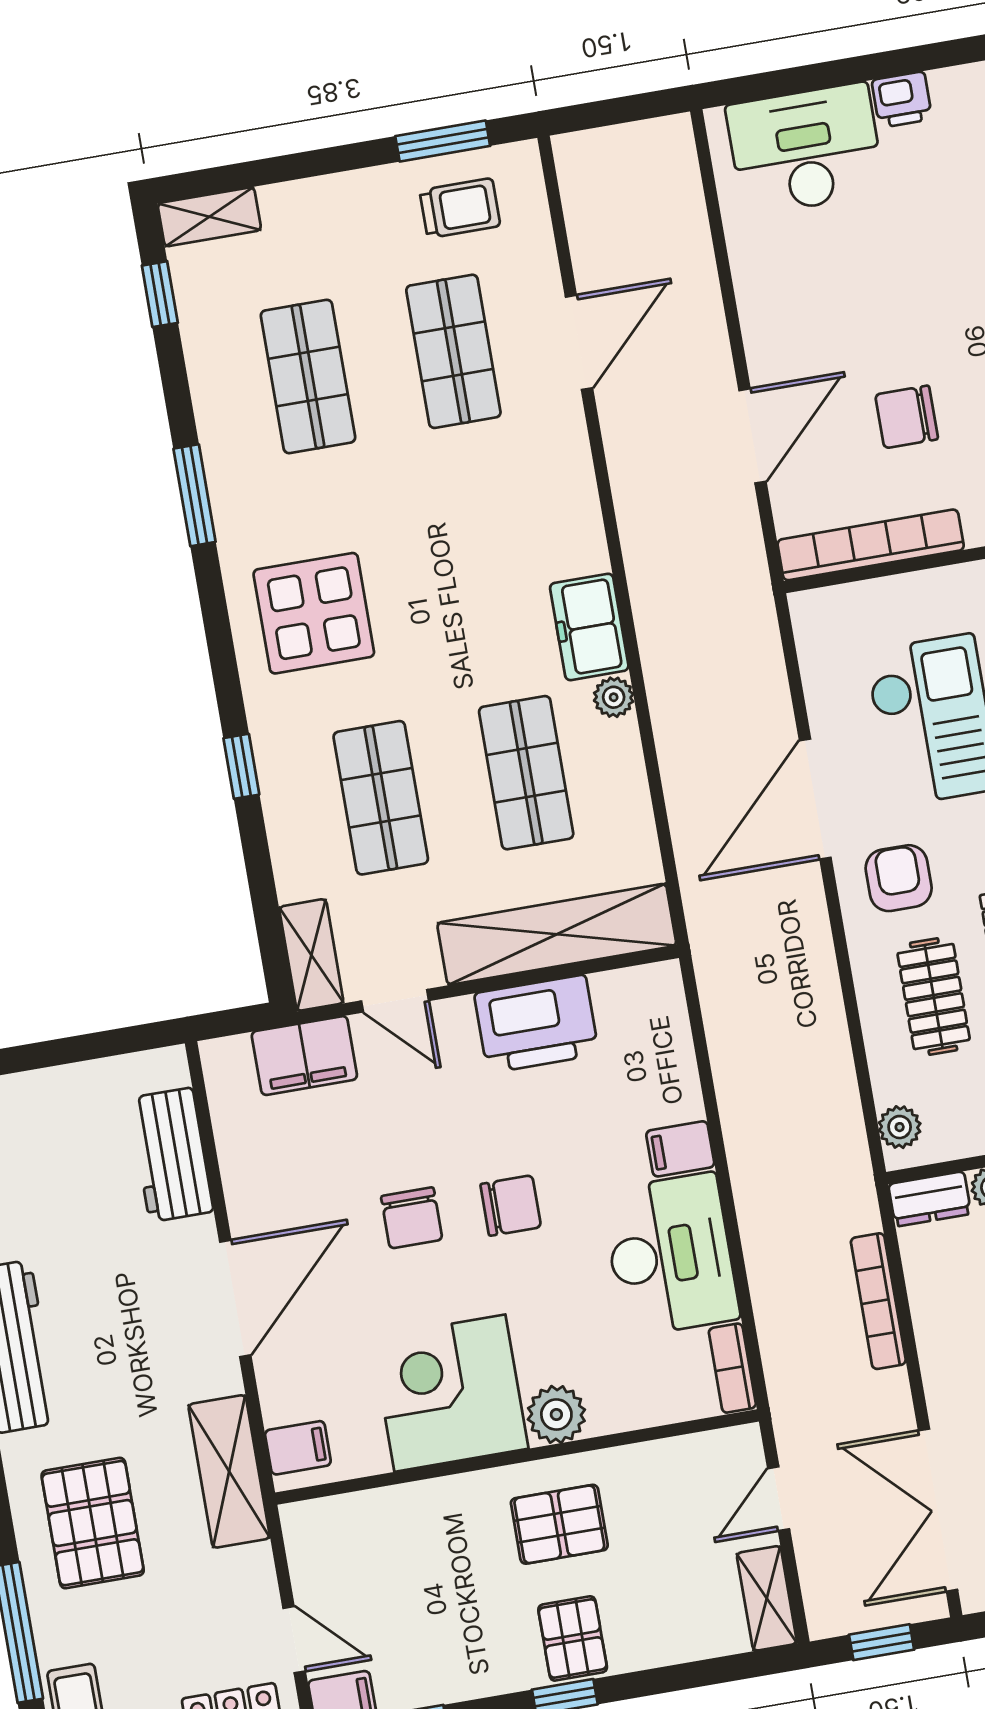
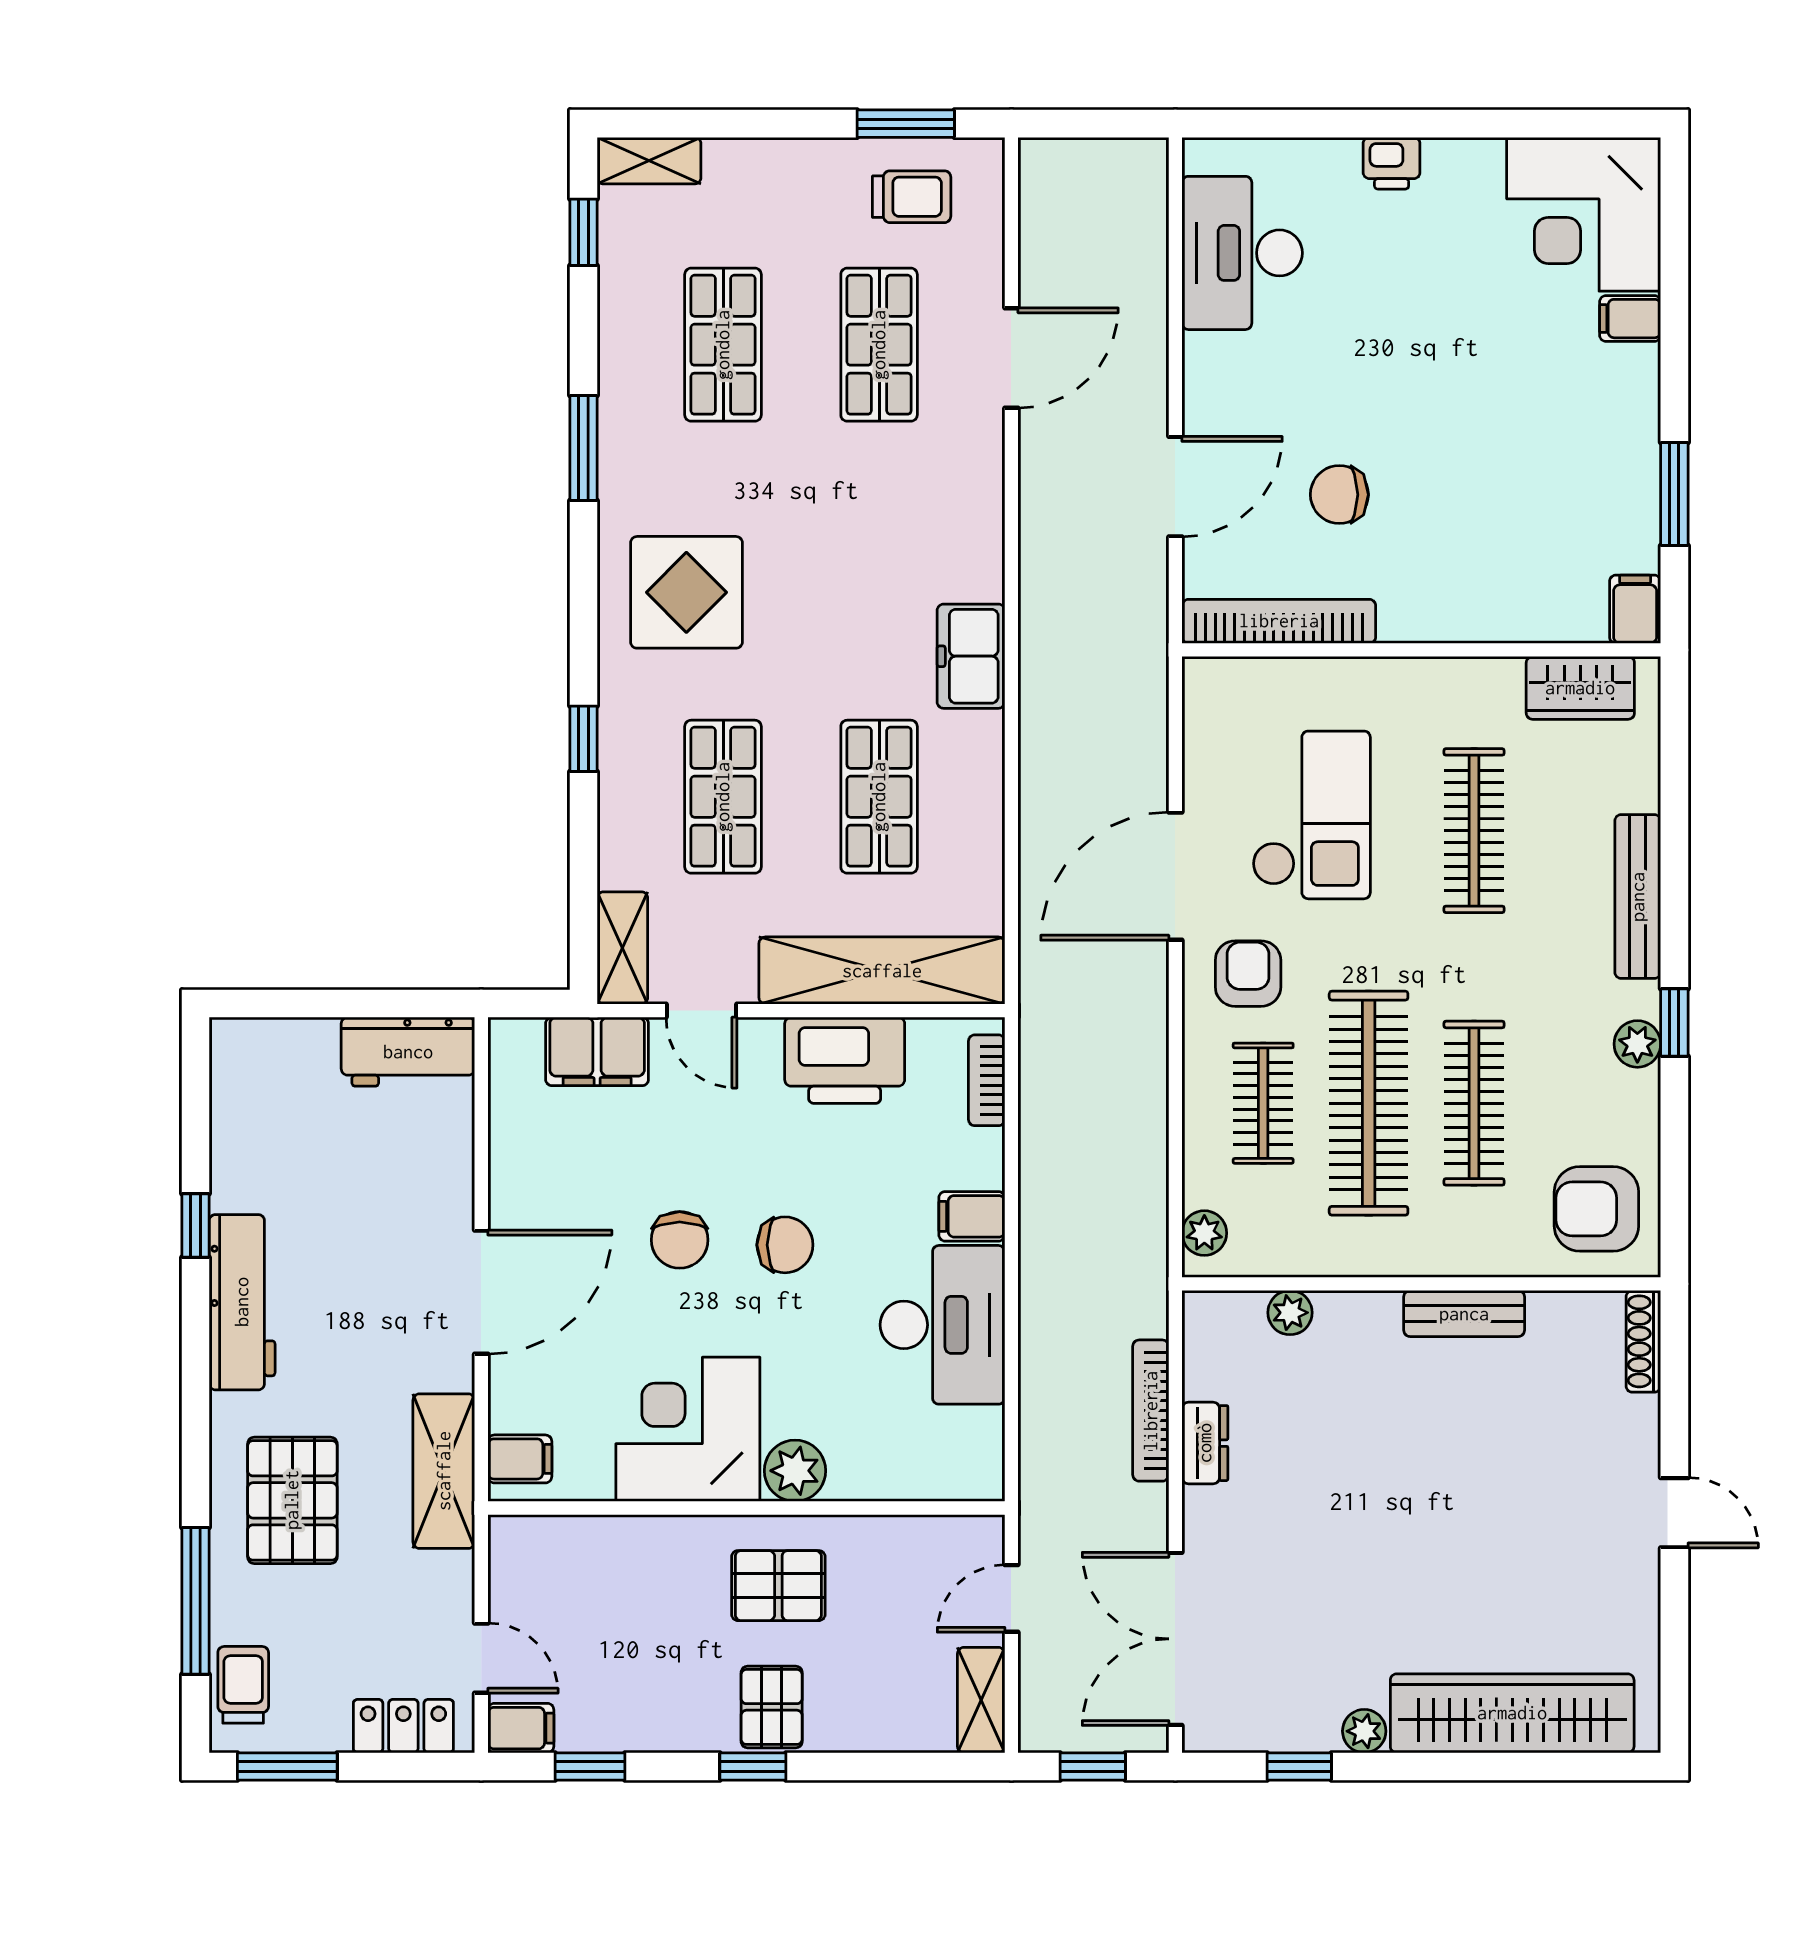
desk: (805, 149) -> (1242, 253), moved, turned -90
plant: (614, 697) -> (984, 734), removed
workbench: (171, 1155) -> (408, 1052), moved, turned -90
dresser: (930, 1199) -> (1205, 1443), moved, turned -90
bookcase: (732, 1368) -> (987, 1080), moved

